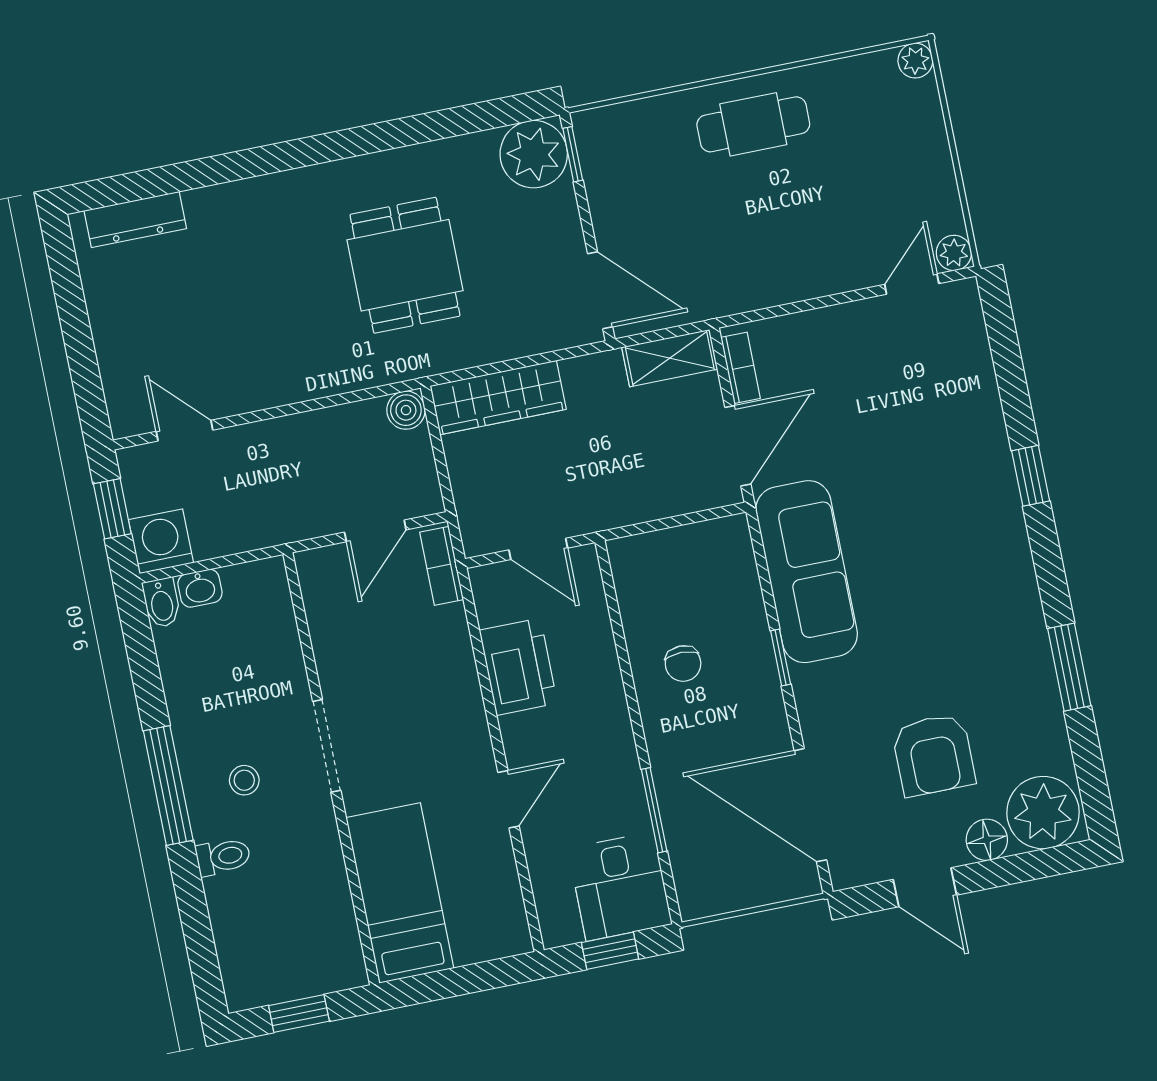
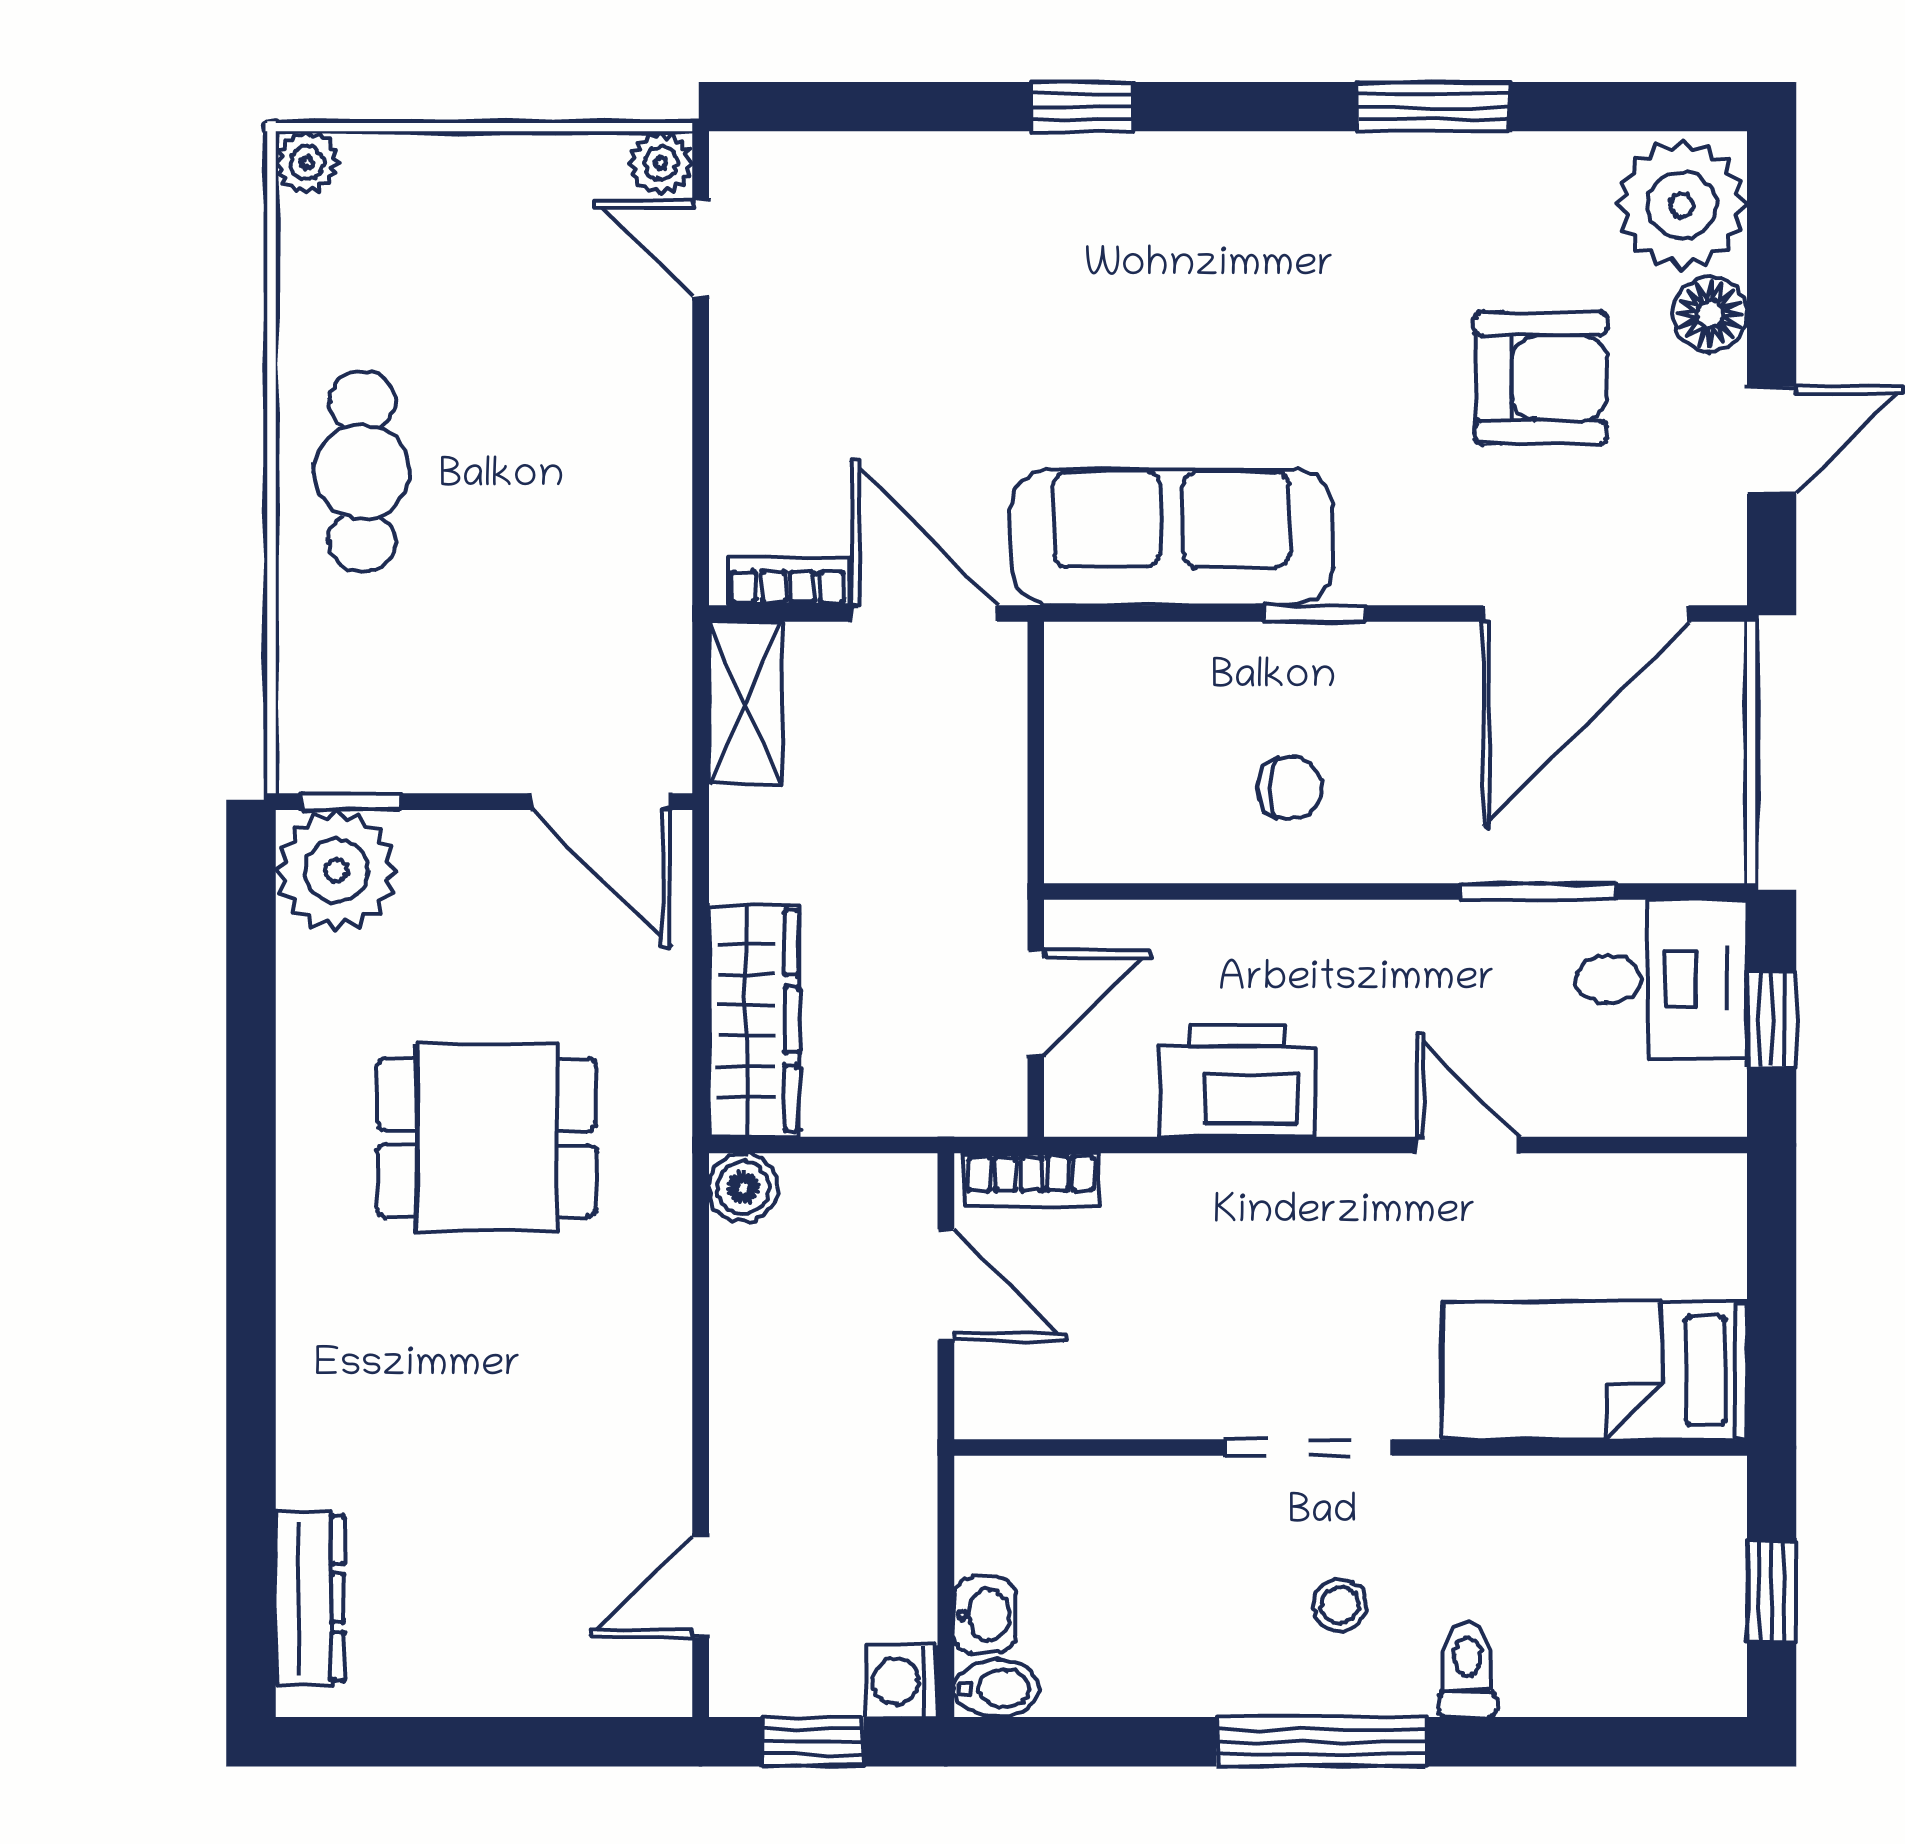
door: (600, 290) -> (601, 802), swing flipped
washing machine: (161, 541) -> (902, 1681), width x0.73, depth x0.73

